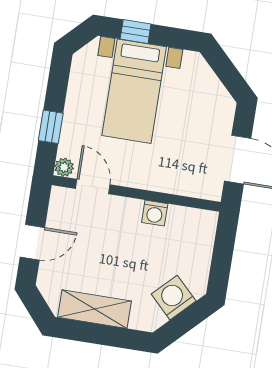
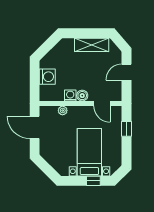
plant: (64, 167) -> (63, 110), moved
boiler: (130, 209) -> (82, 96), added
washing machine: (174, 298) -> (47, 77), moved, turned -45

